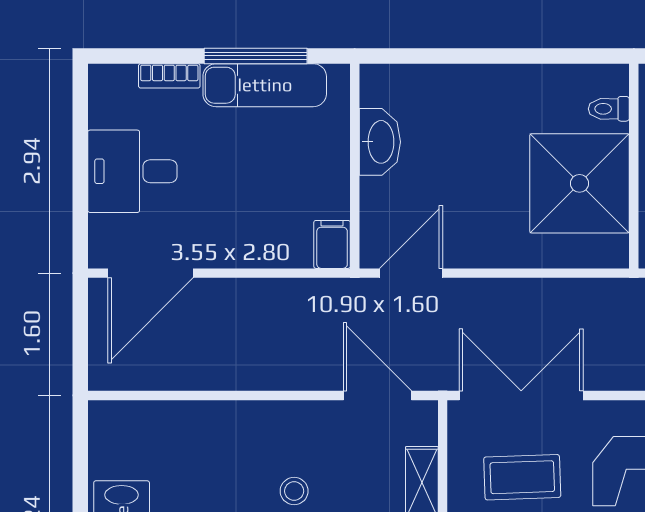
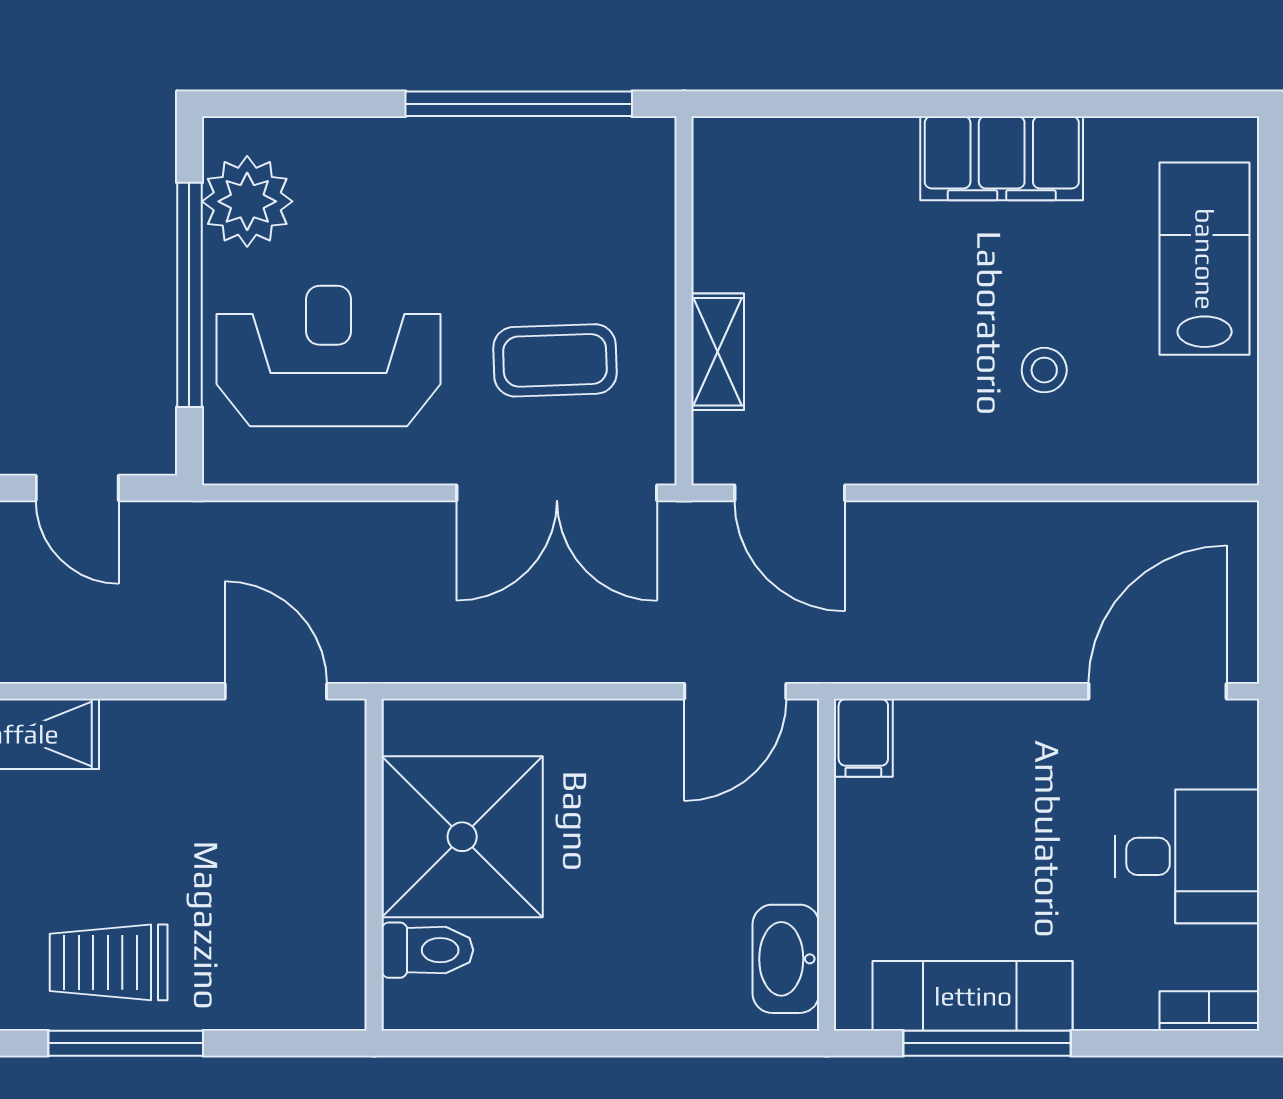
bookcase: (169, 76) -> (1209, 1011), moved
toilet: (609, 109) -> (427, 950), width x1.37, depth x1.39
washbasin: (380, 142) -> (786, 959), moved
stool: (294, 491) -> (1044, 370), moved

